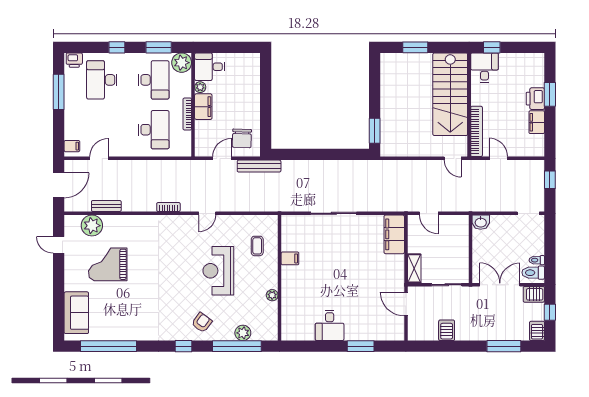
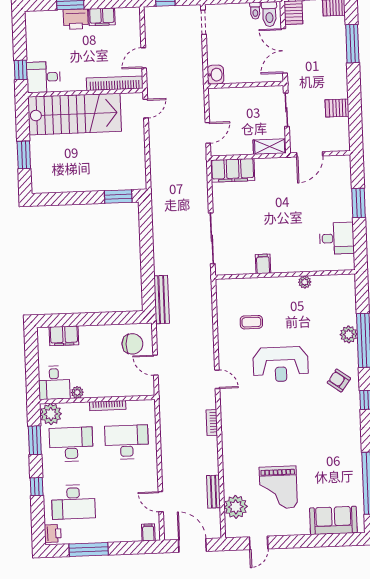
filing cabinet: (203, 107) -> (64, 336), moved, turned 180
bench: (259, 166) -> (162, 300), moved
filing cabinet: (290, 258) -> (263, 264), moved
wall: (280, 278) -> (285, 275), moved
plant: (272, 295) -> (305, 282), moved

